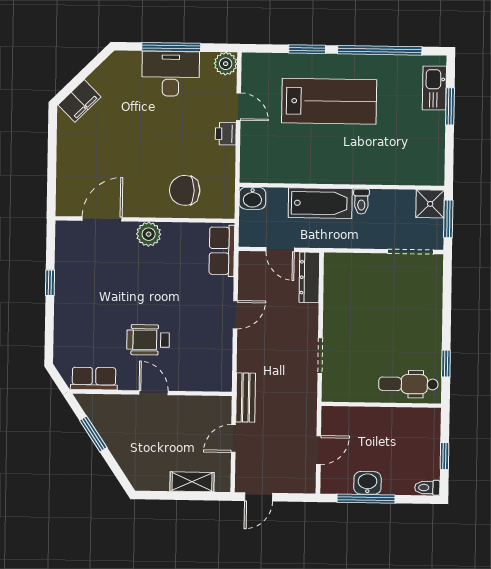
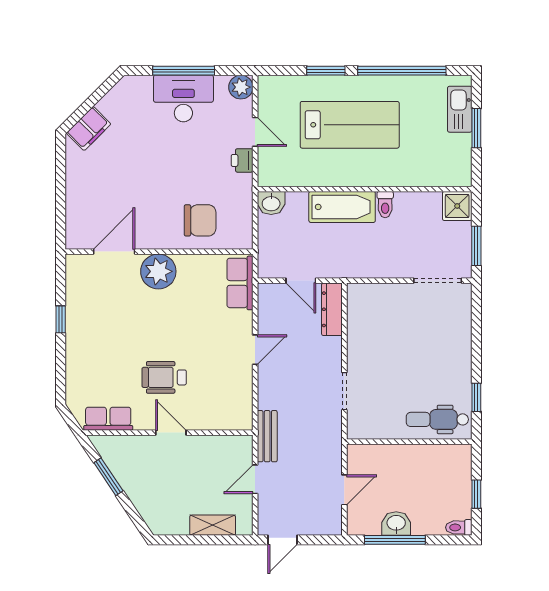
wall: (342, 186) -> (365, 189), moved
chair: (185, 190) -> (200, 220), turned 180
washbasin: (252, 198) -> (271, 203), moved
toilet: (361, 201) -> (385, 205), moved
bathtub: (320, 203) -> (342, 207), moved
shower: (430, 204) -> (457, 206), moved
plant: (149, 234) -> (158, 271), width x1.36, depth x1.36

